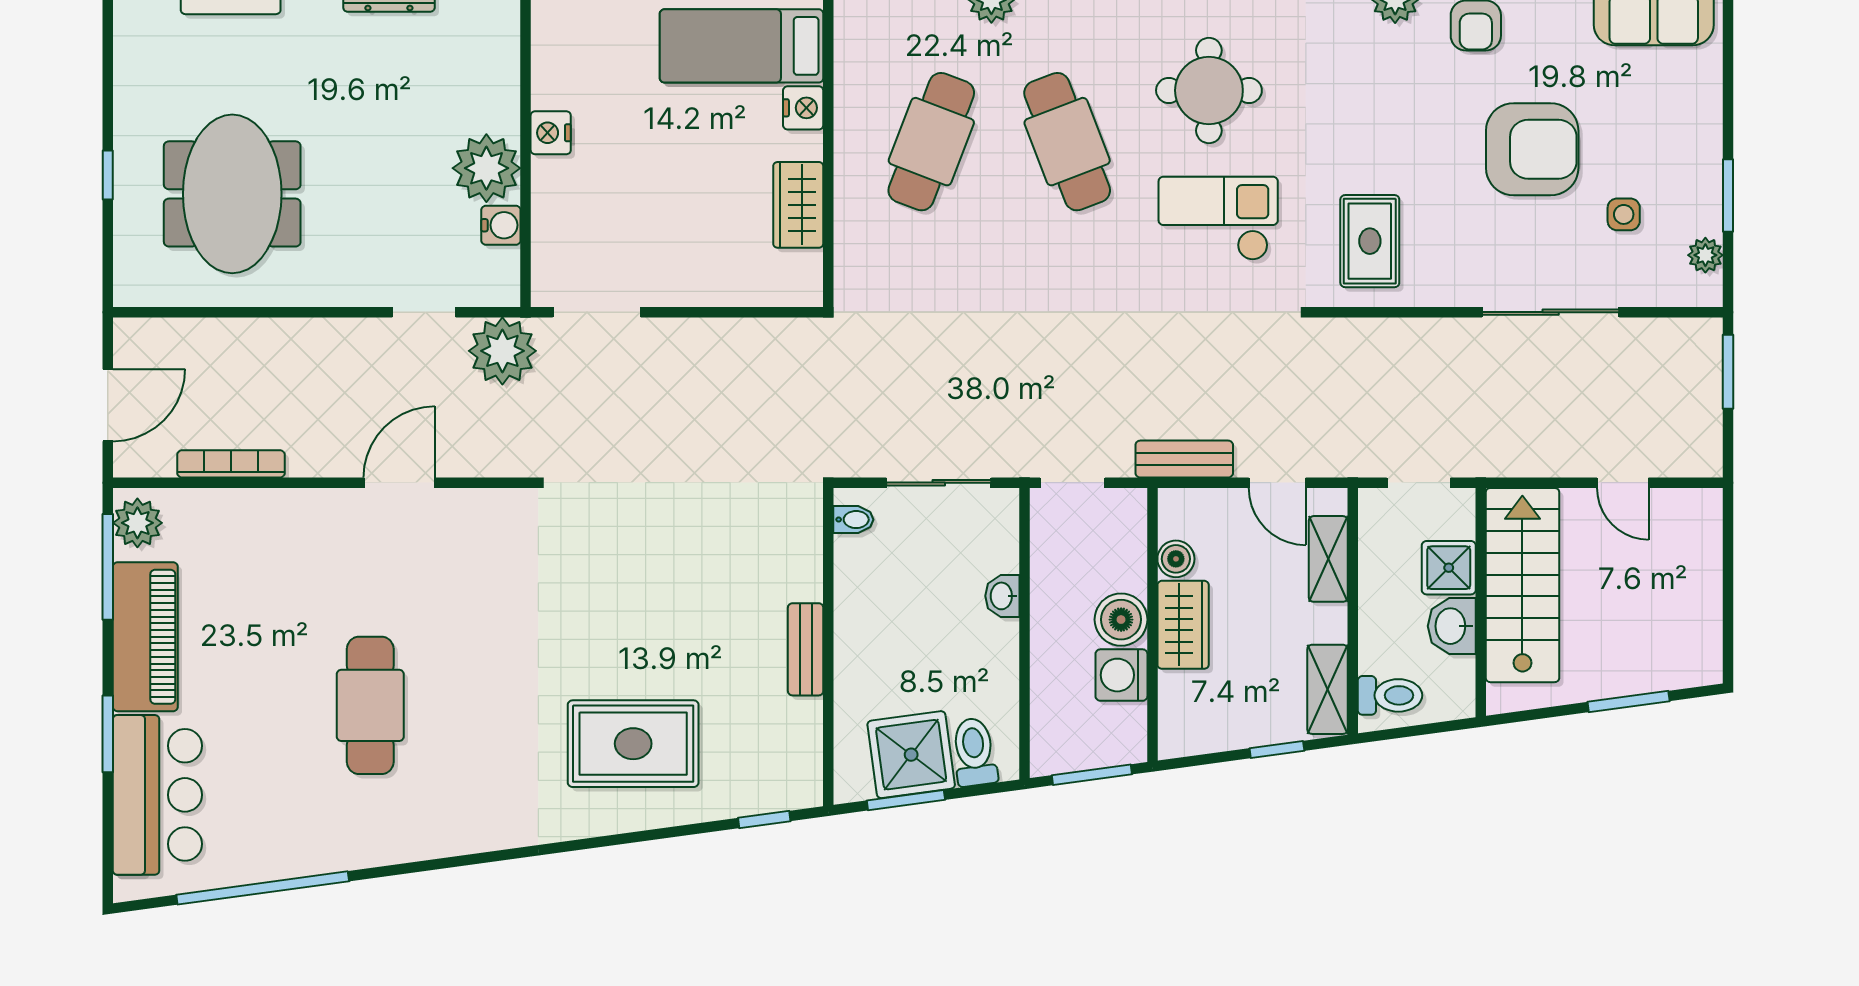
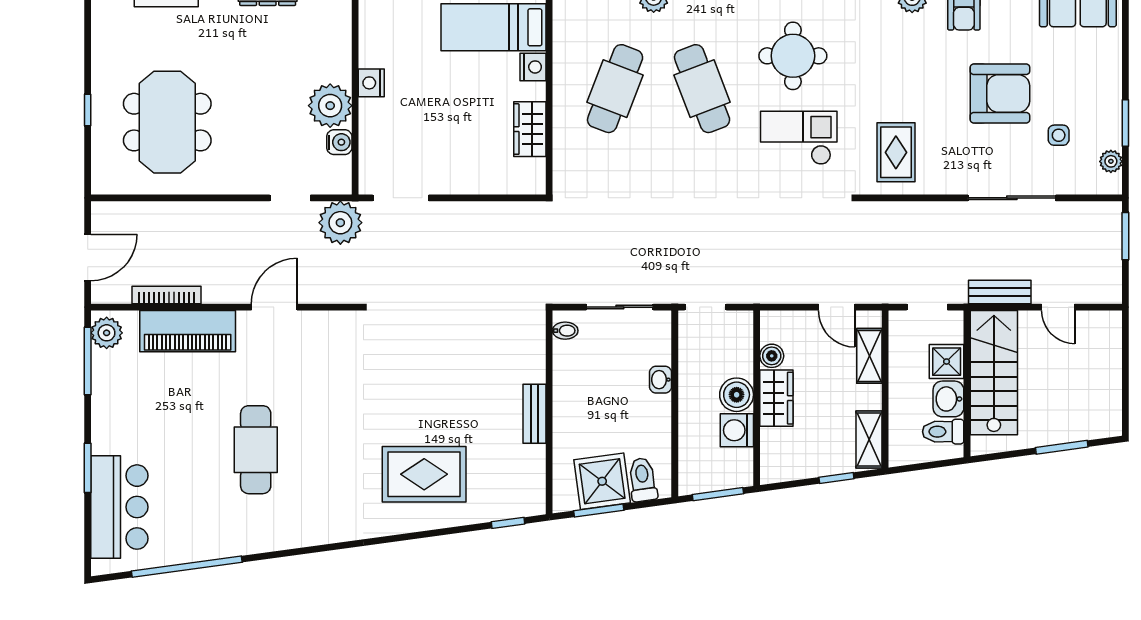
bench: (1184, 459) -> (1000, 292), moved
piano: (145, 637) -> (188, 331), moved, turned 90
toilet: (1390, 695) -> (943, 432), moved, turned 180

